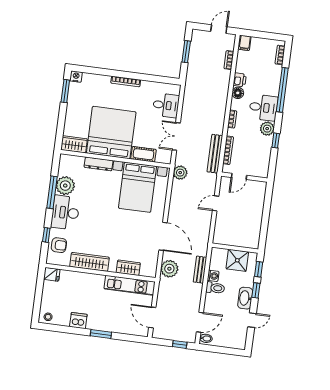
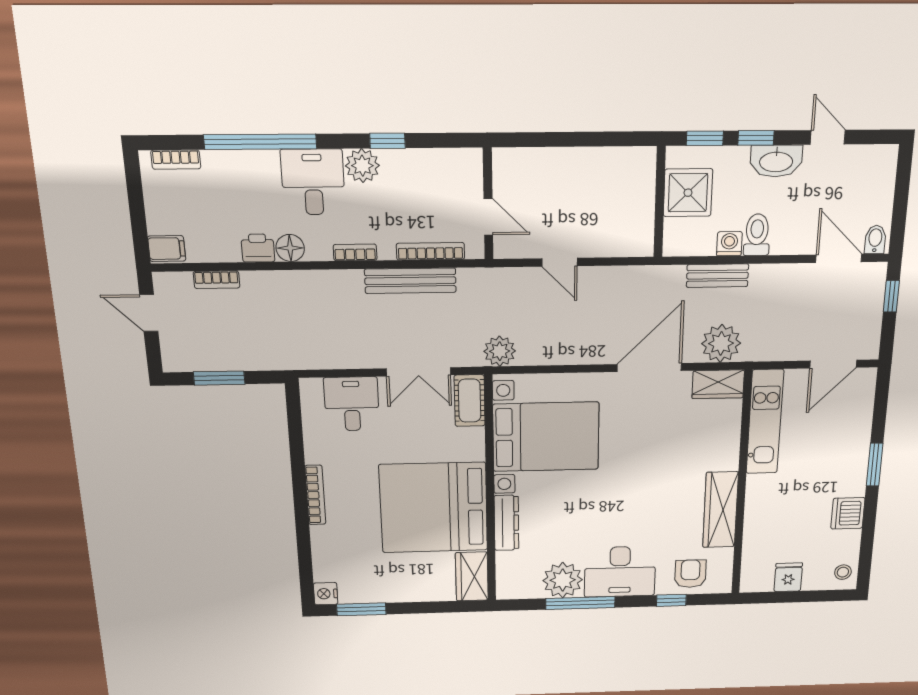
cot: (143, 154) -> (470, 401), moved
bench: (215, 154) -> (410, 281), moved
wardrobe: (128, 268) -> (718, 384), moved, turned -90
fridge: (52, 274) -> (788, 577), moved

